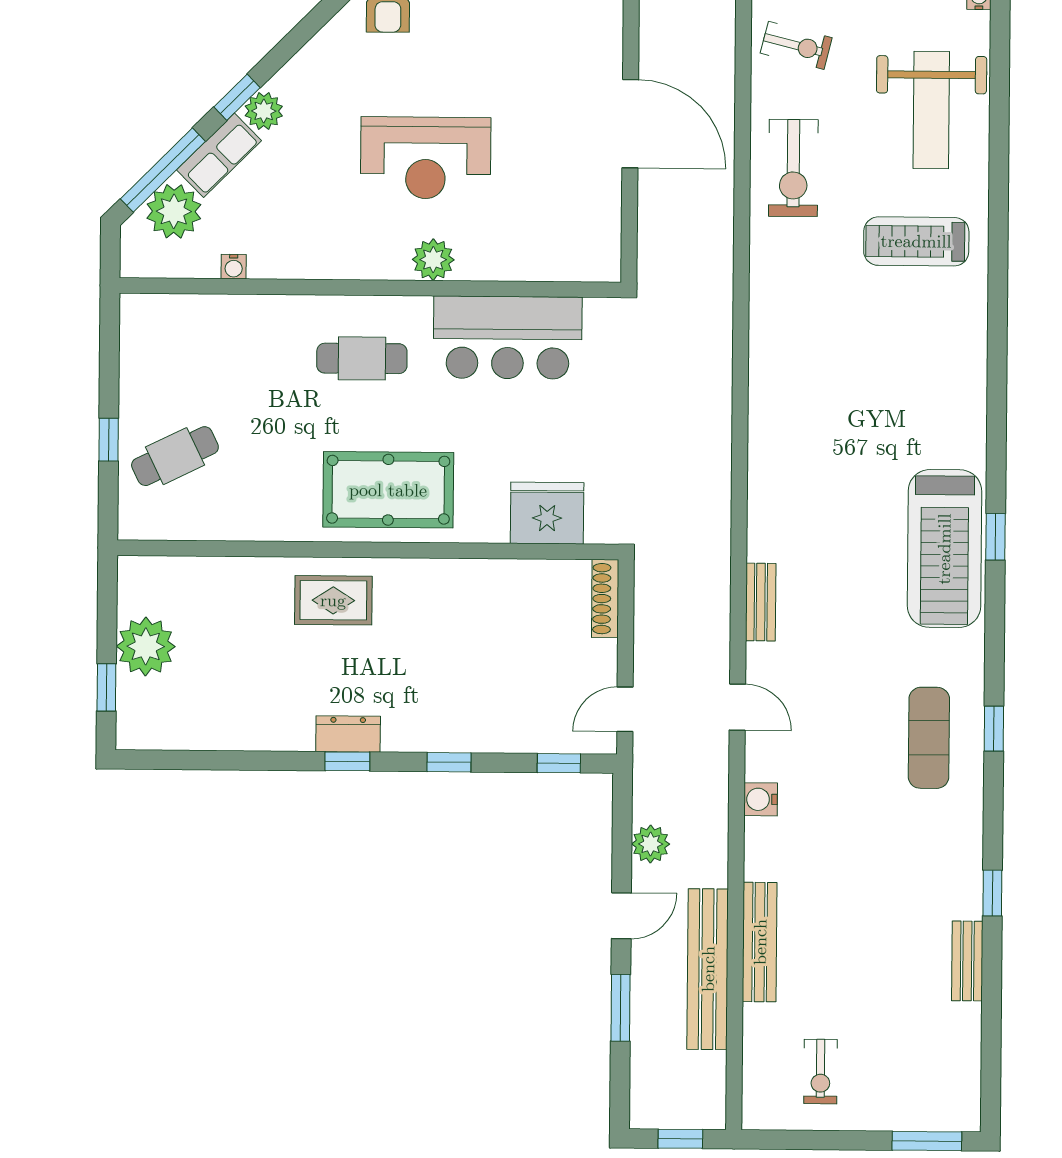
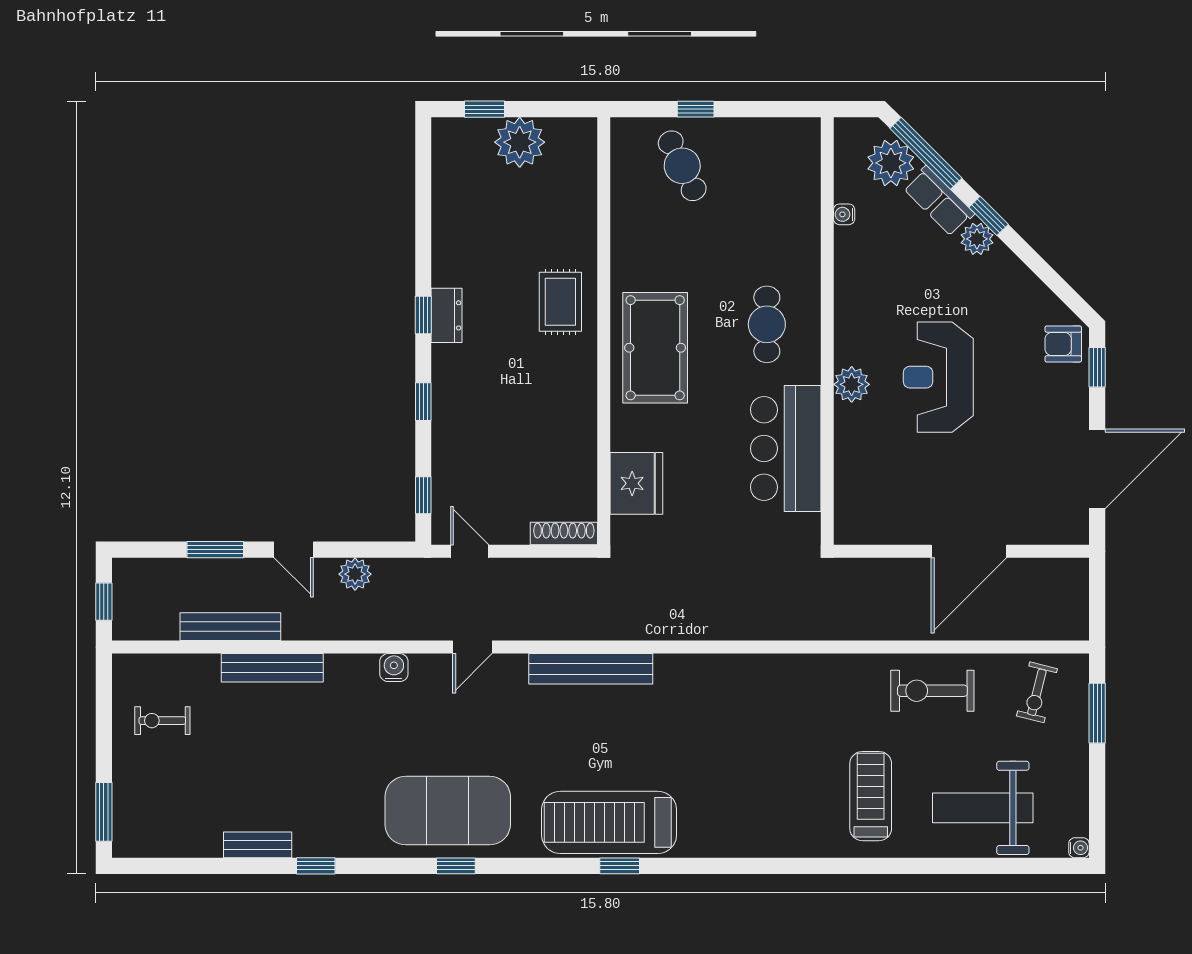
bench: (761, 602) -> (591, 669), width x1.86, depth x1.21
exercise mat: (929, 738) -> (448, 811), width x2.00, depth x1.45
bench: (708, 969) -> (230, 627), width x0.73, depth x0.82

